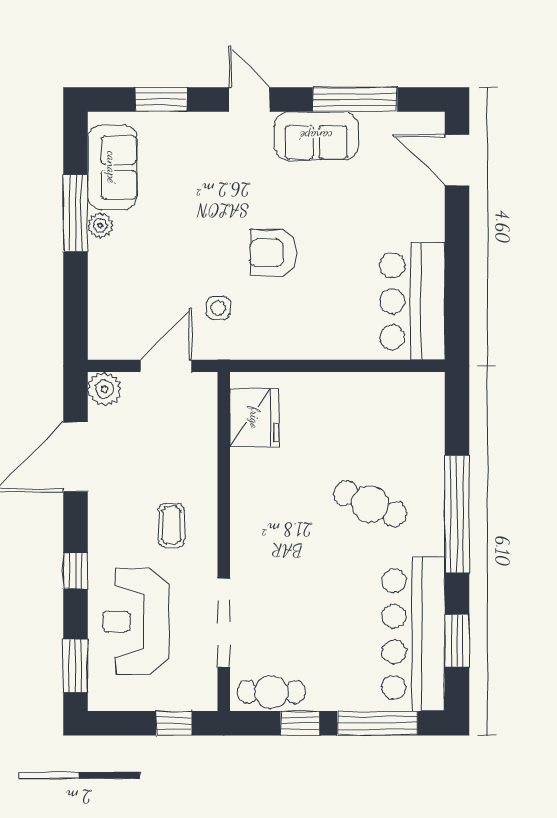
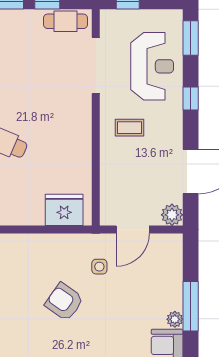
window: (75, 213) -> (191, 306), moved
armchair: (273, 253) -> (64, 302), turned -145
fridge: (255, 418) -> (64, 210), moved, turned 90
coffee table: (171, 526) -> (129, 128), turned 90

